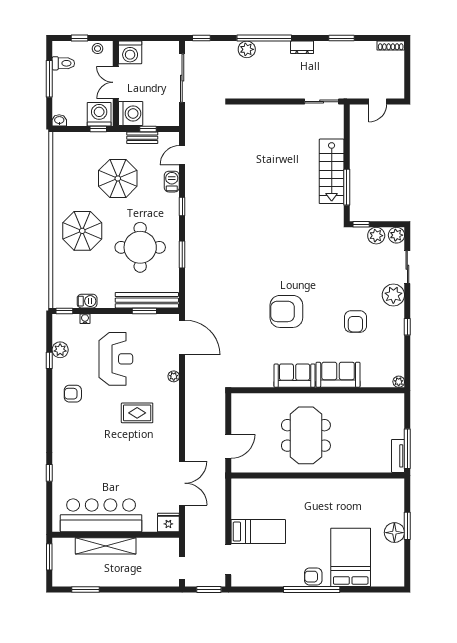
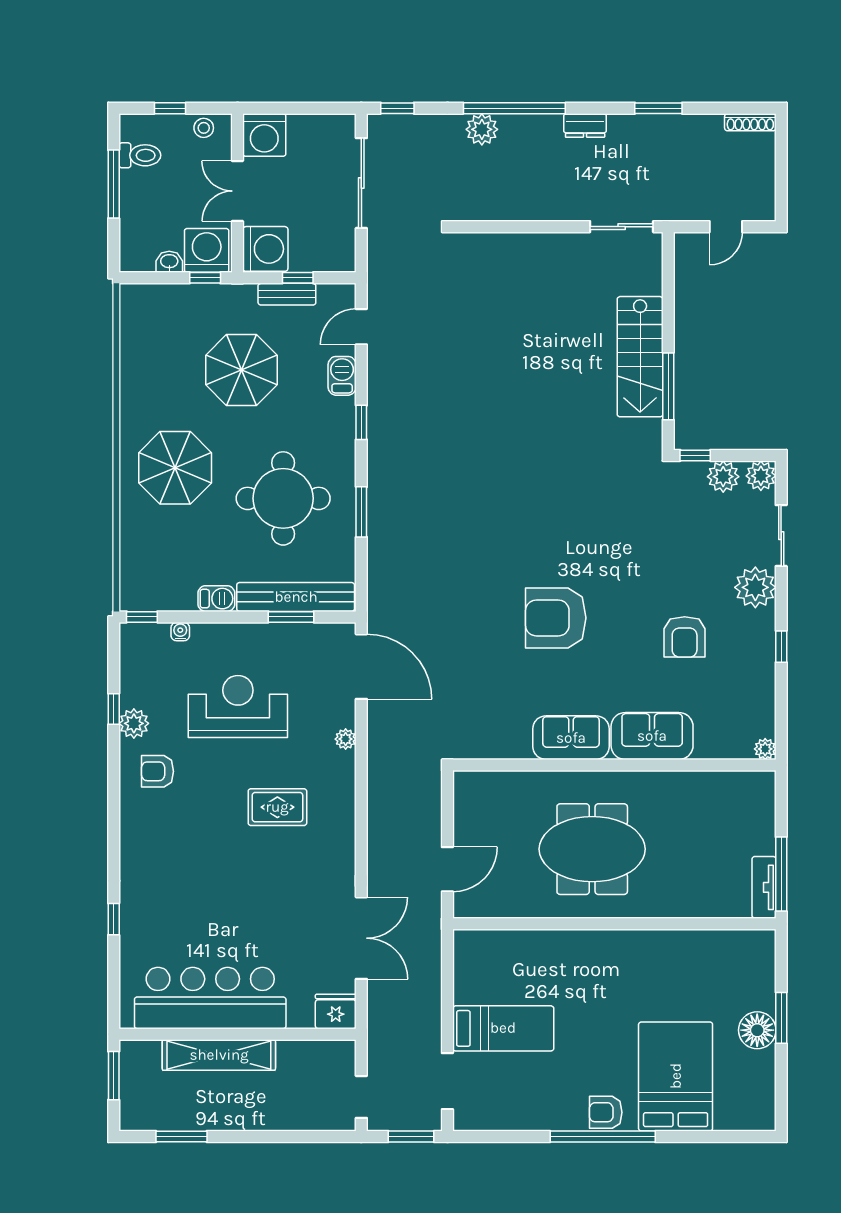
washbasin: (59, 120) -> (169, 262), moved
barbecue: (87, 301) -> (216, 599), moved
plant: (60, 350) -> (134, 723), moved
reception desk: (116, 359) -> (238, 706), turned -90
meeting table: (306, 435) -> (592, 849), turned 90

